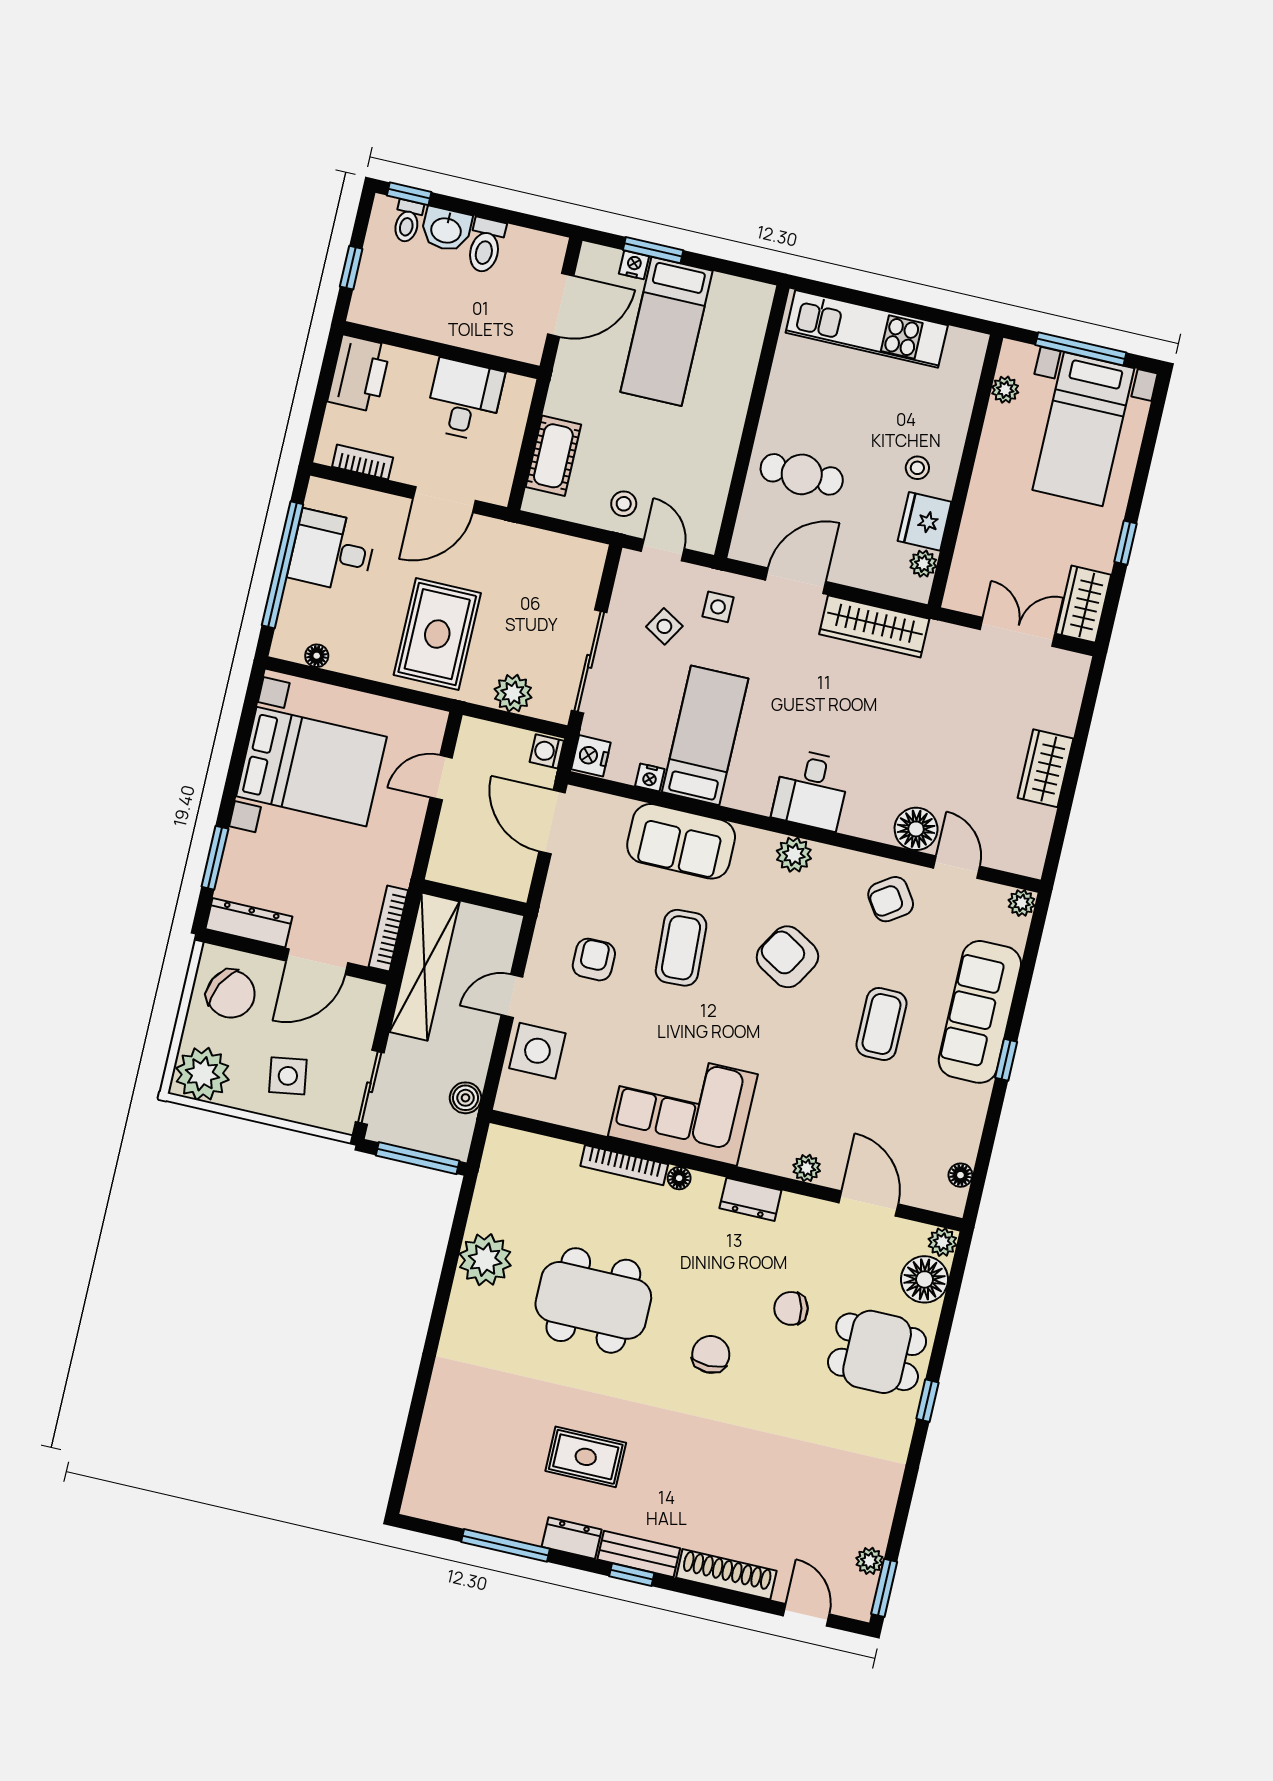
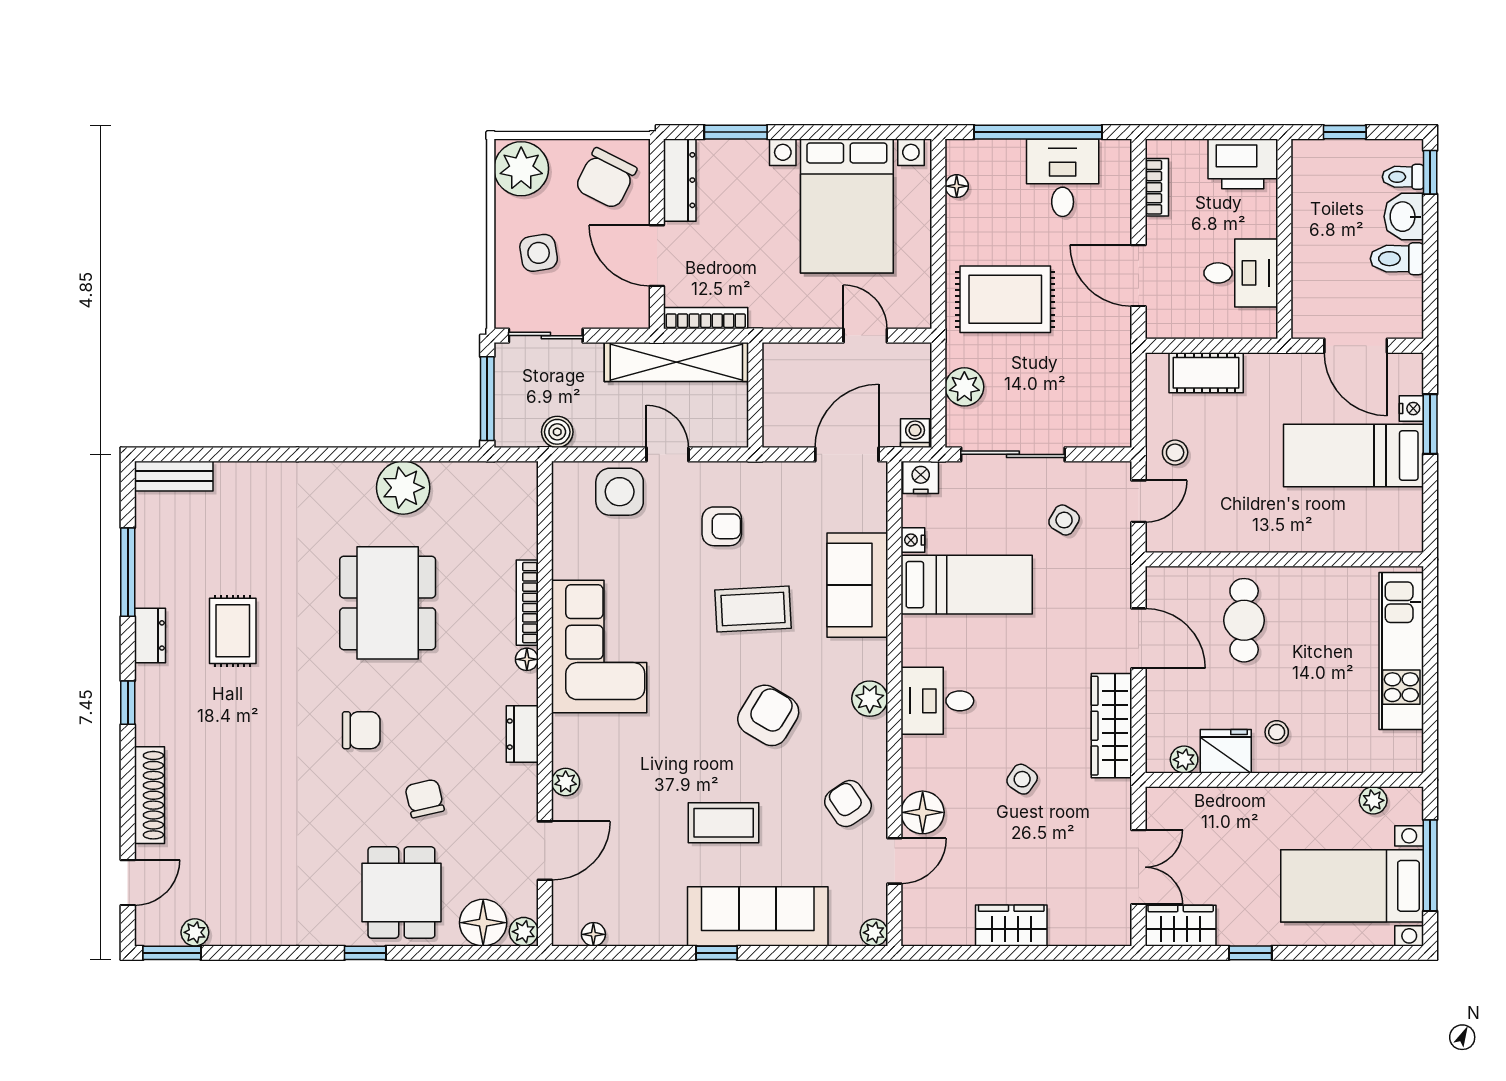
side table: (718, 607) -> (1022, 779), moved, turned 34
bench: (639, 1554) -> (174, 476), moved, turned 90

